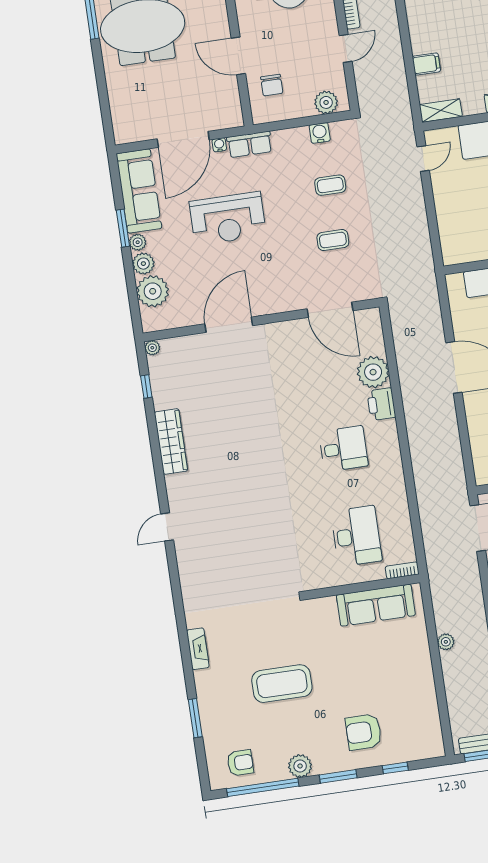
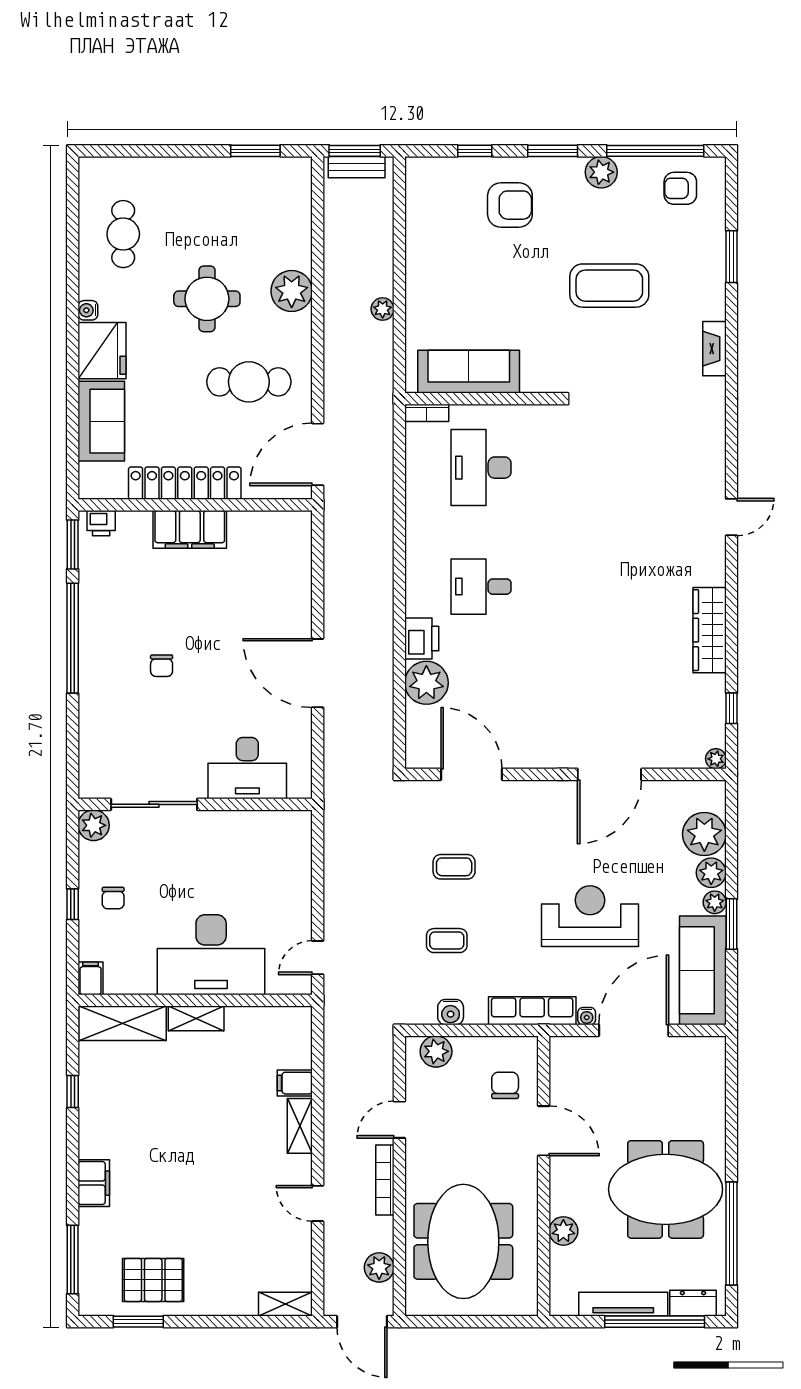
shelving: (441, 111) -> (300, 1126), moved, turned 90
row of seats: (250, 144) -> (532, 1011), width x1.48

